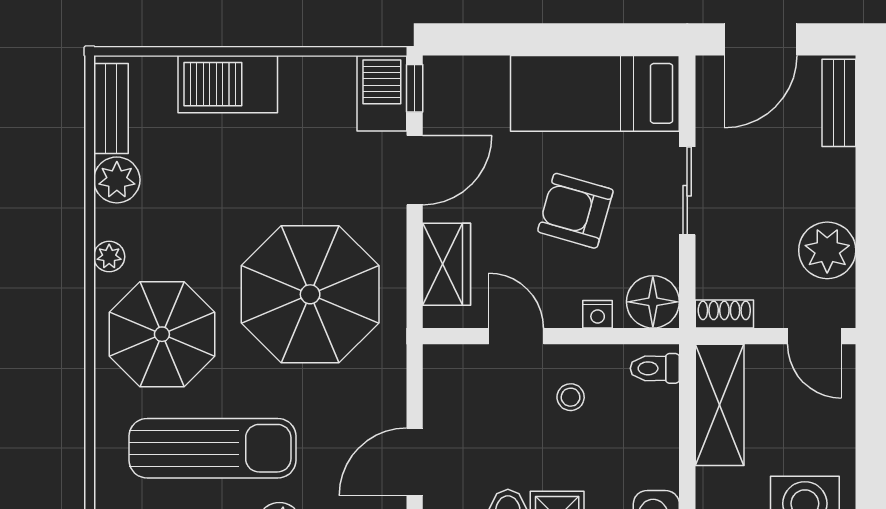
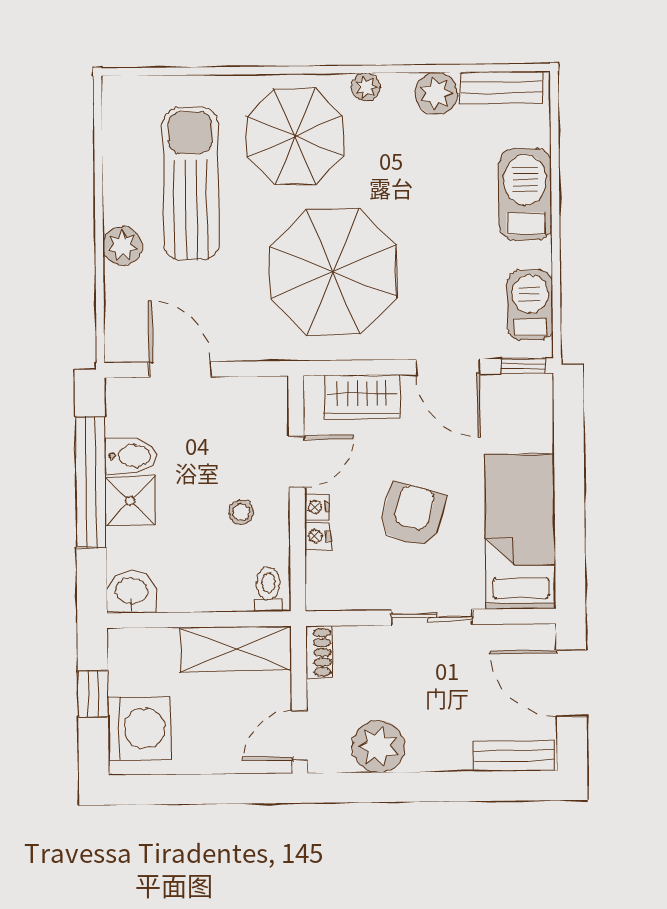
barbecue: (382, 93) -> (530, 305), moved, turned -90
floor lamp: (653, 302) -> (329, 587), removed
nightstand: (566, 315) -> (317, 507), added
sun lounger: (212, 448) -> (191, 184), turned 180

